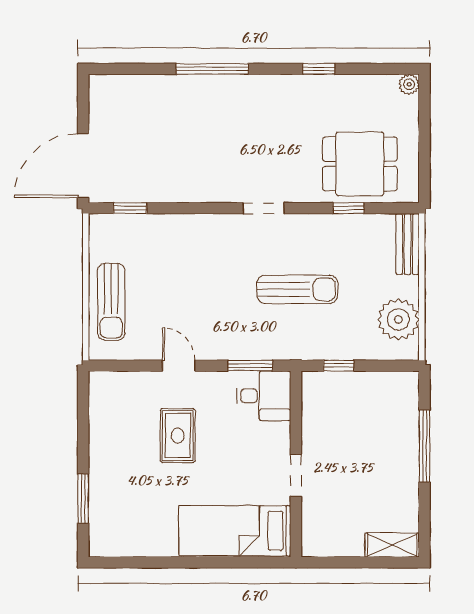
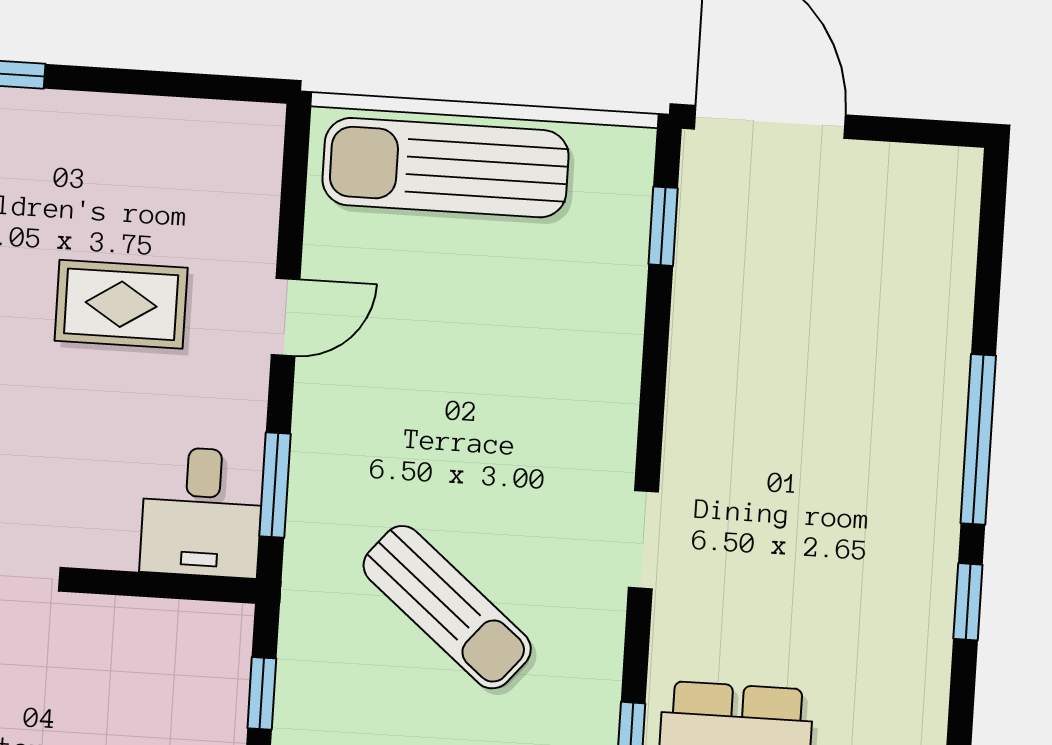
window: (319, 69) -> (968, 602), moved
sun lounger: (297, 289) -> (447, 607), turned -50
sun lounger: (111, 302) -> (446, 168), width x1.36, depth x1.34

